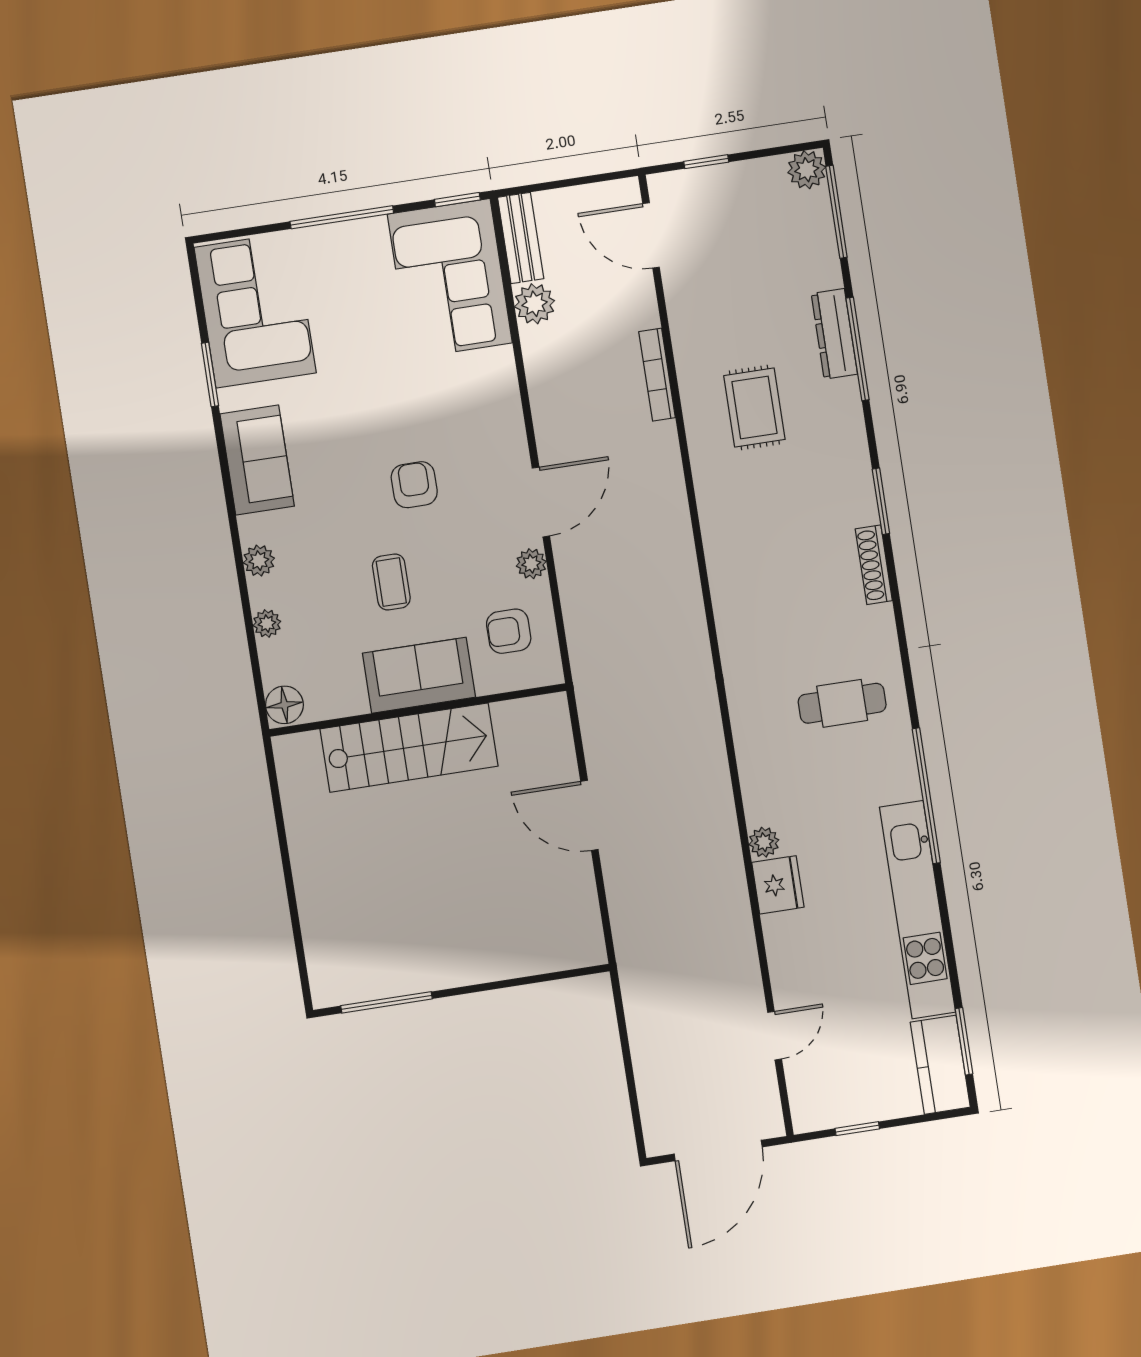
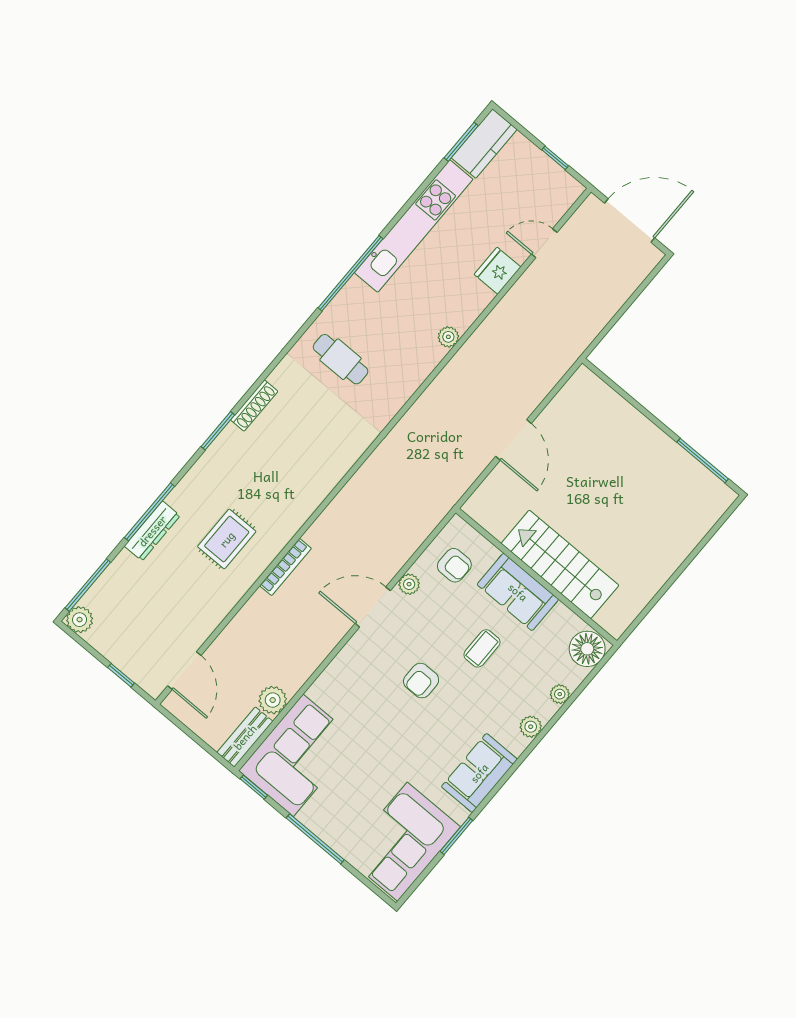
bookcase: (657, 375) -> (285, 567), moved
floor lamp: (284, 705) -> (587, 649), width x1.38, depth x1.38
fridge: (778, 885) -> (497, 271), moved

